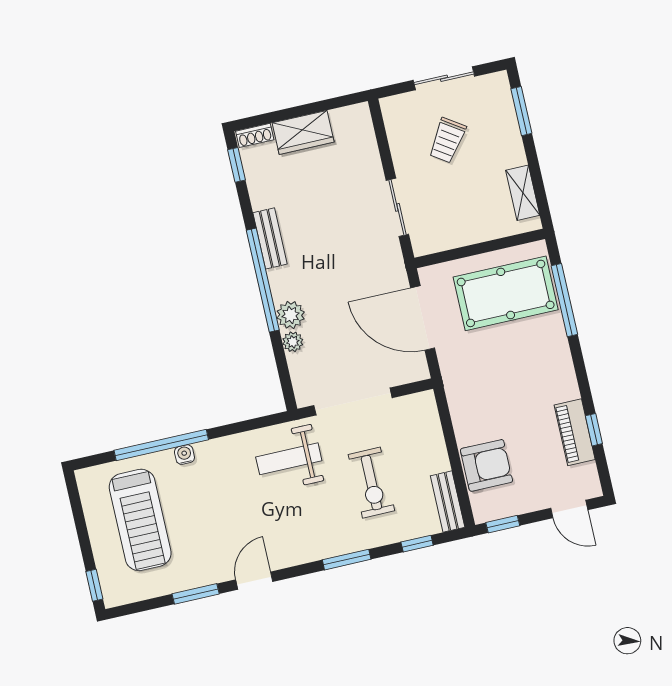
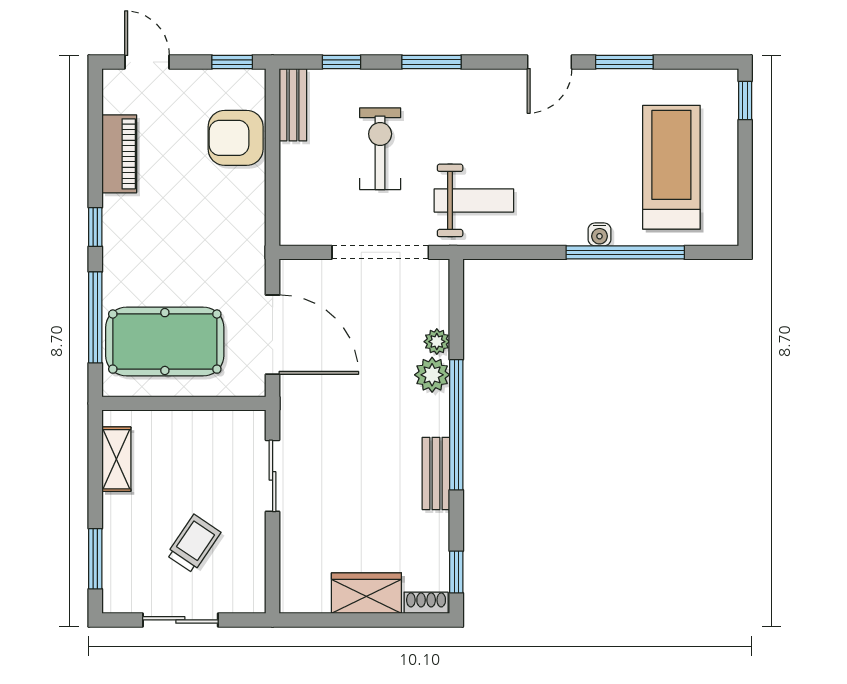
window: (594, 430) -> (95, 227), moved

